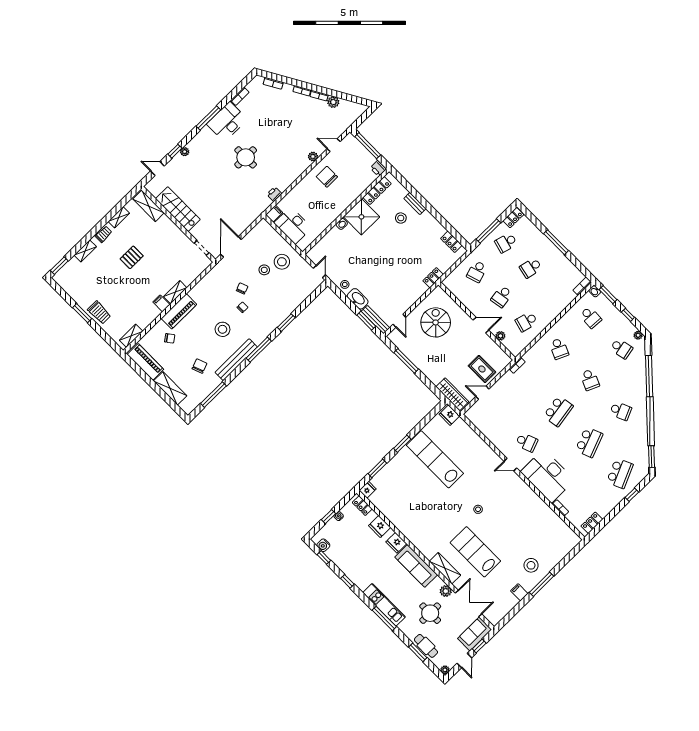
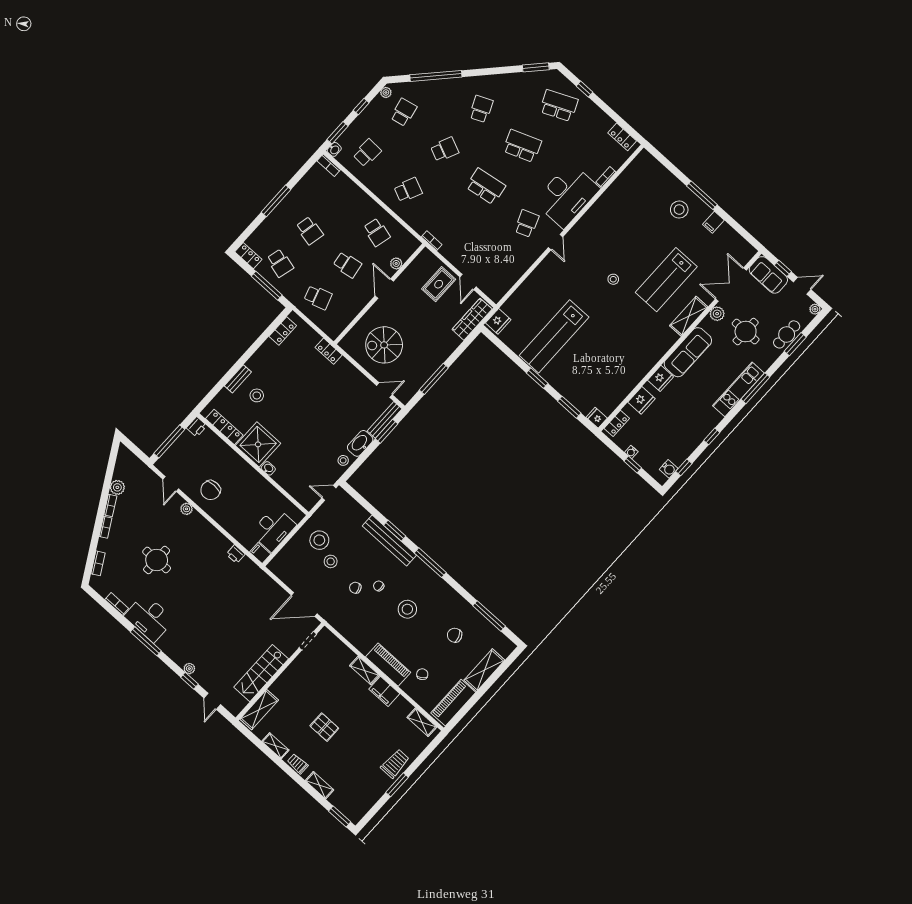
round table: (246, 157) -> (157, 560), moved
filing cabinet: (161, 303) -> (384, 691), width x2.00
bench: (236, 360) -> (389, 541), moved

